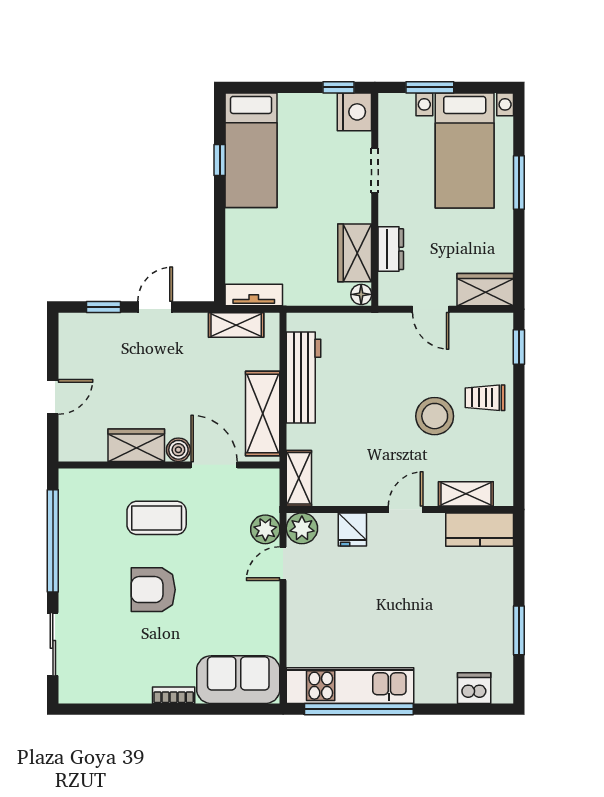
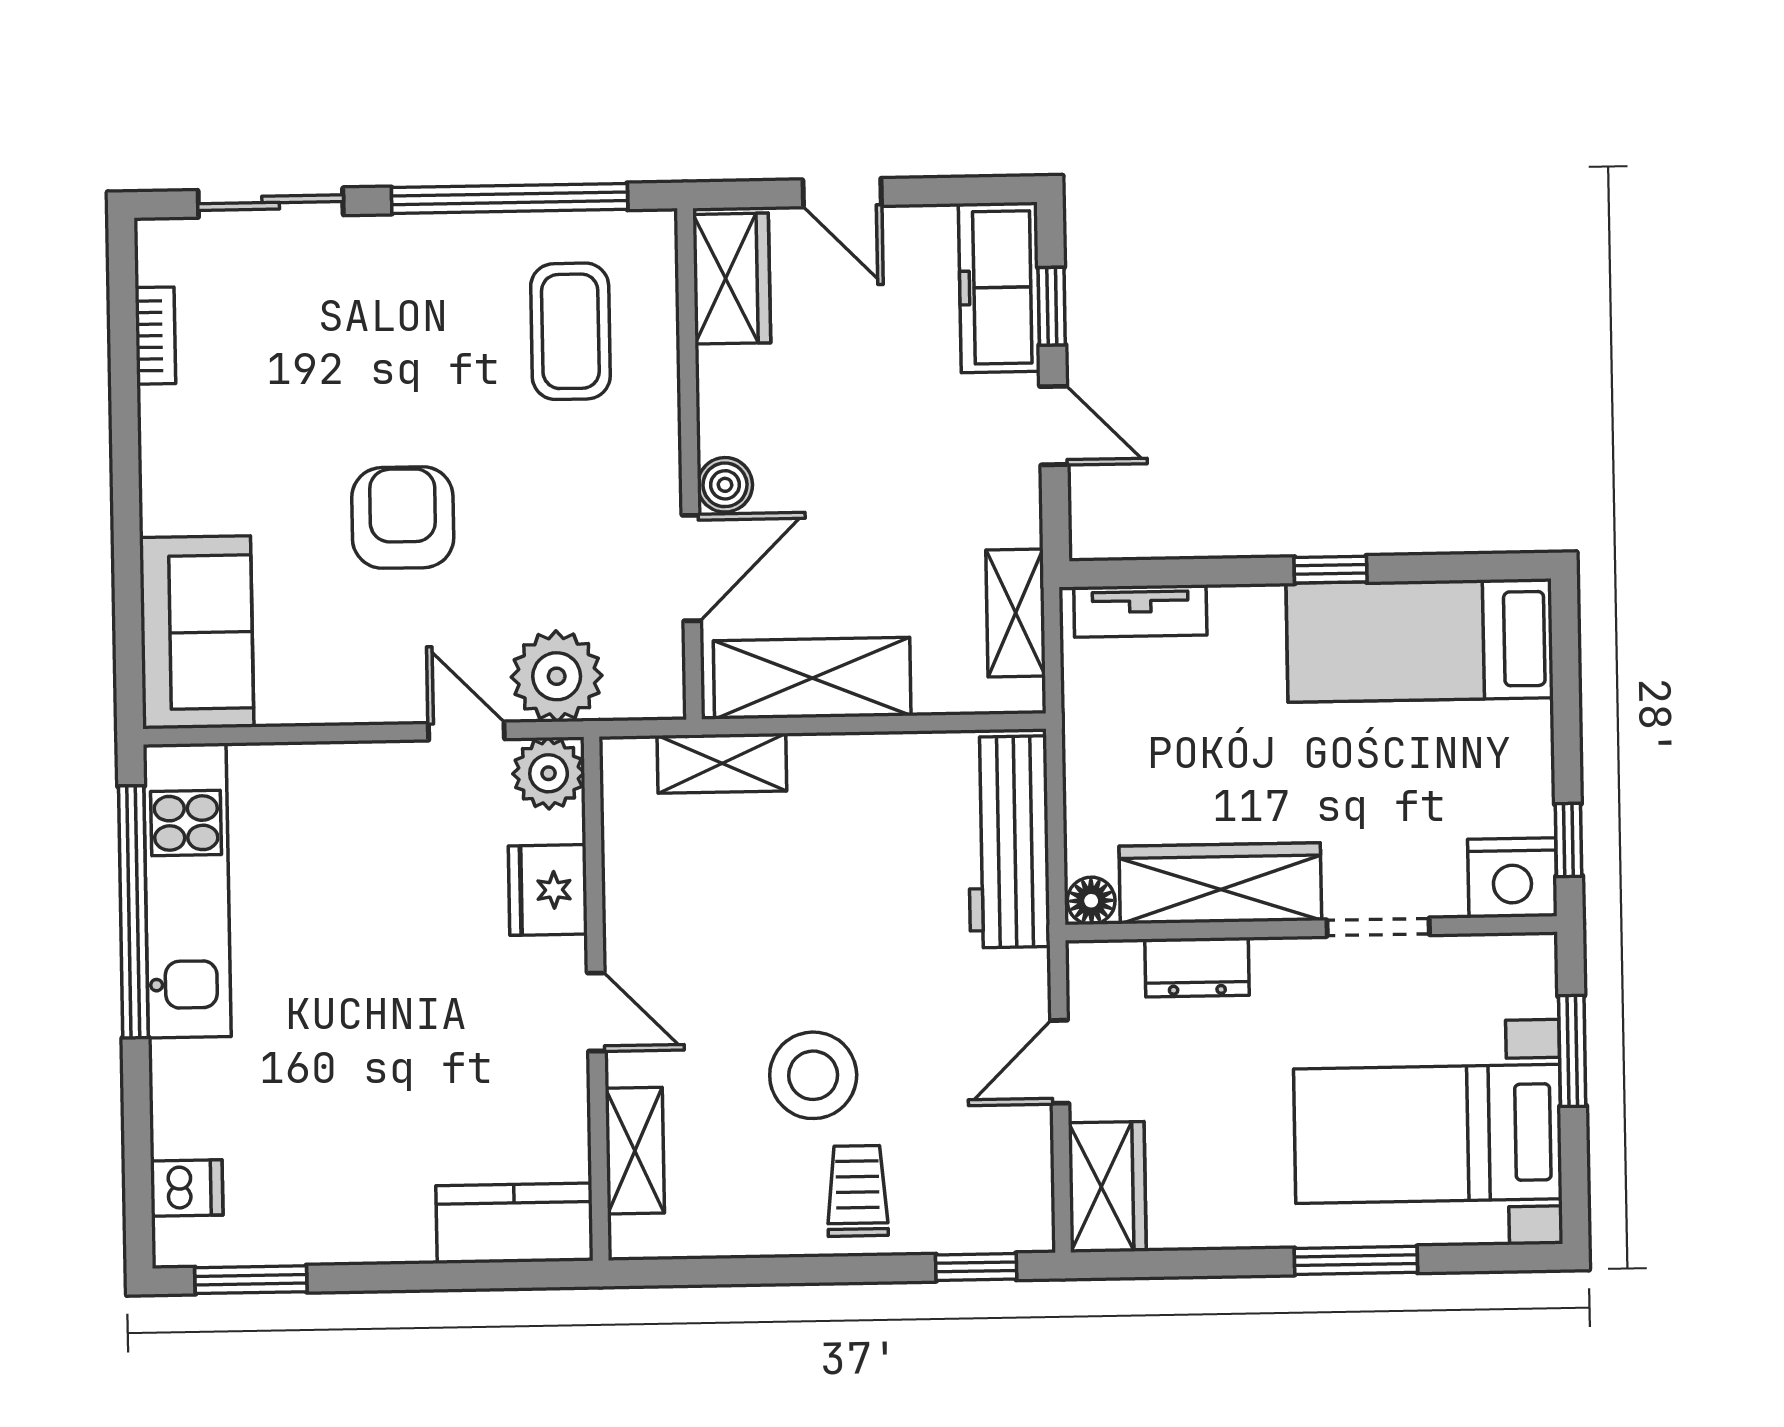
window: (220, 160) -> (1331, 570), moved
wardrobe: (355, 253) -> (1220, 883), width x1.50
tv unit: (254, 295) -> (1140, 611), moved, turned 90
freezer: (95, 330) -> (999, 287), added
workbench: (304, 378) -> (1009, 842), moved, turned 90
wardrobe: (136, 445) -> (732, 279), moved
shelving: (299, 478) -> (722, 763), moved
coffee table: (157, 518) -> (570, 331), moved
plant: (265, 529) -> (557, 676), width x1.36, depth x1.36
fridge: (352, 530) -> (548, 890), width x1.38
kitchen counter: (480, 530) -> (514, 1223), moved, turned 90
armchair: (153, 590) -> (403, 518), moved
window: (519, 630) -> (251, 1280), moved
dishwasher: (474, 688) -> (187, 1188), width x0.73
bookcase: (174, 695) -> (155, 336), moved

